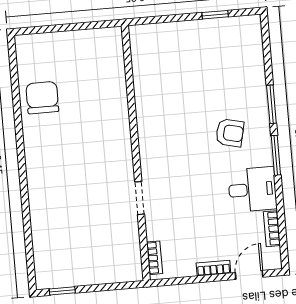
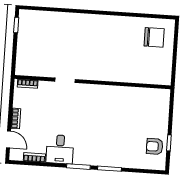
chair: (42, 98) -> (154, 37), moved
armchair: (230, 133) -> (155, 146), moved, turned 77

